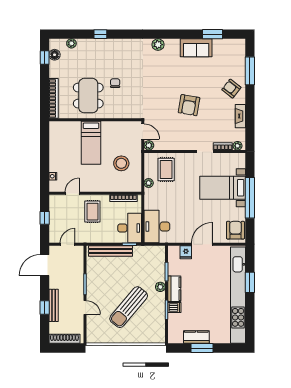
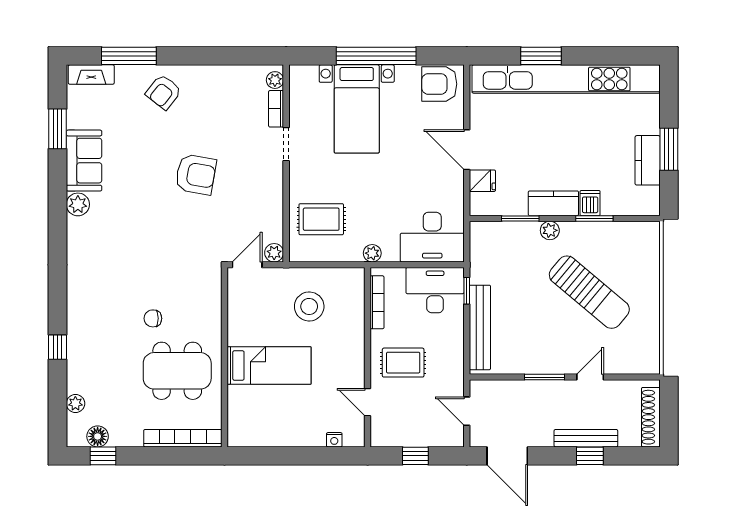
plant: (158, 45) -> (78, 204), moved
fireplace: (240, 116) -> (91, 75), moved
plant: (149, 183) -> (372, 253), moved

